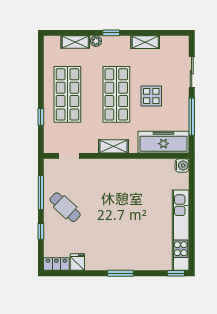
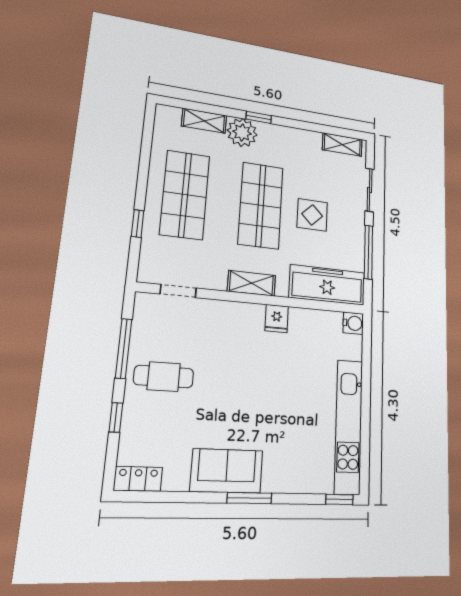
plant: (96, 41) -> (242, 133), width x1.88, depth x1.88
shelving: (145, 42) -> (342, 145), moved
cafe table: (65, 207) -> (164, 377), turned -43
sofa: (106, 259) -> (227, 471), added
fridge: (77, 262) -> (277, 319), moved, turned 180

